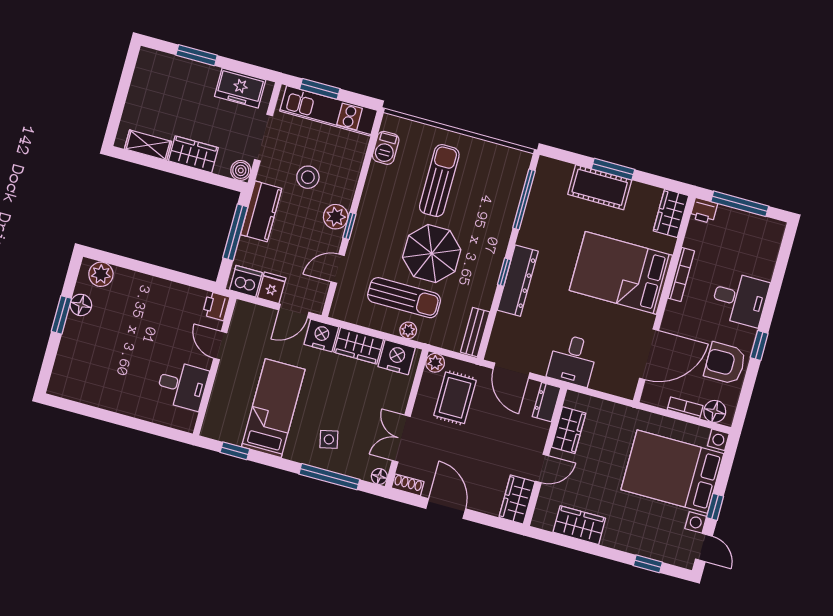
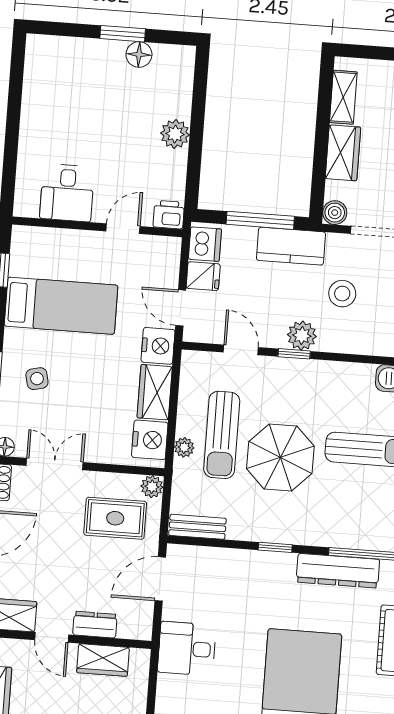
plant: (101, 274) -> (175, 134), moved
dresser: (518, 281) -> (338, 571), moved
dresser: (546, 402) -> (95, 625), moved

